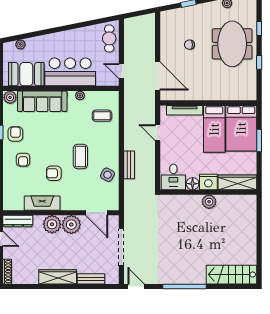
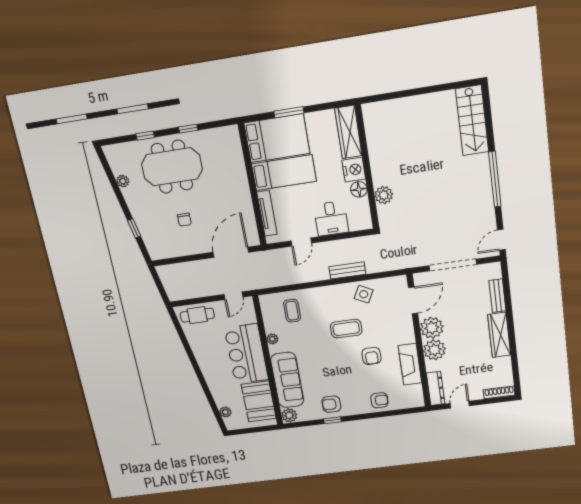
armchair: (23, 160) -> (379, 400), moved
desk: (173, 177) -> (331, 218), moved, turned 90
plant: (209, 202) -> (384, 195), moved

